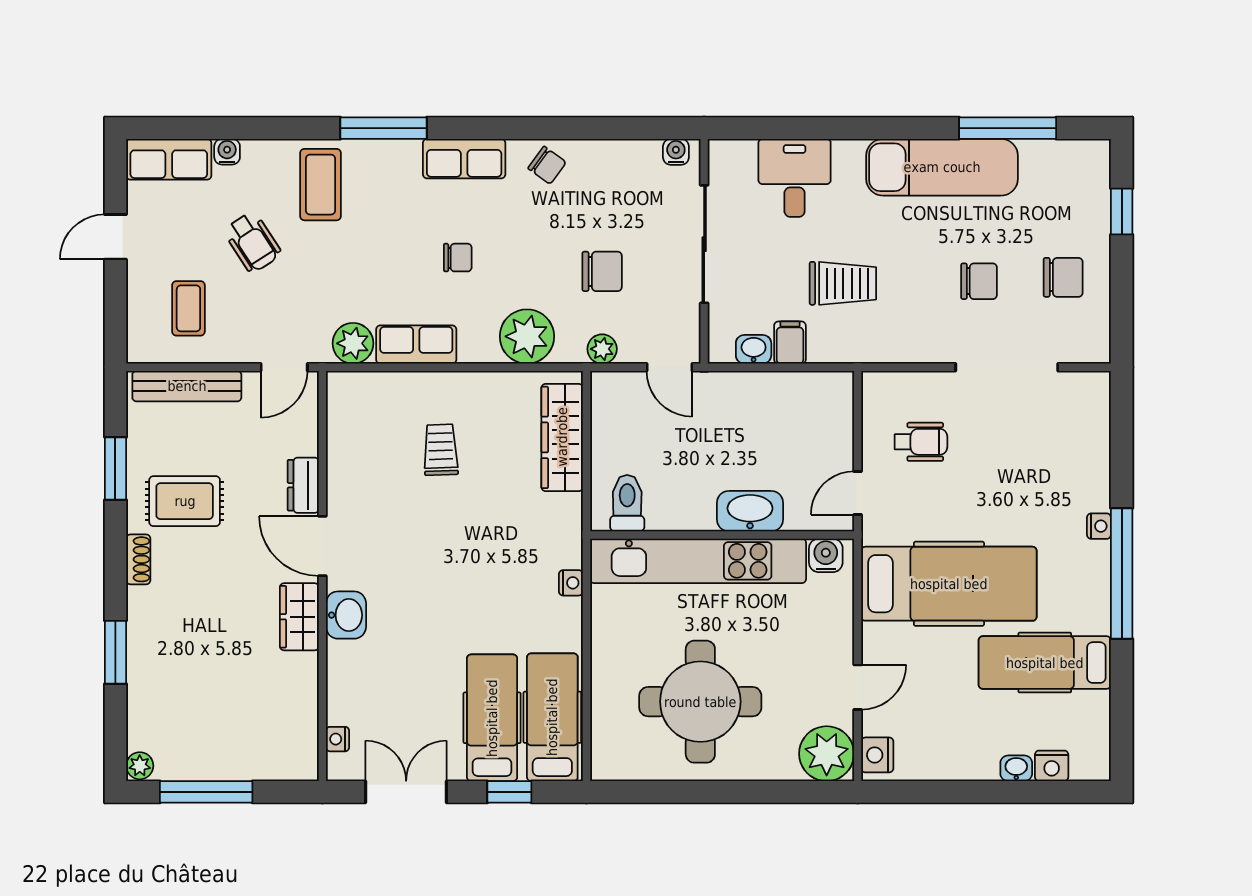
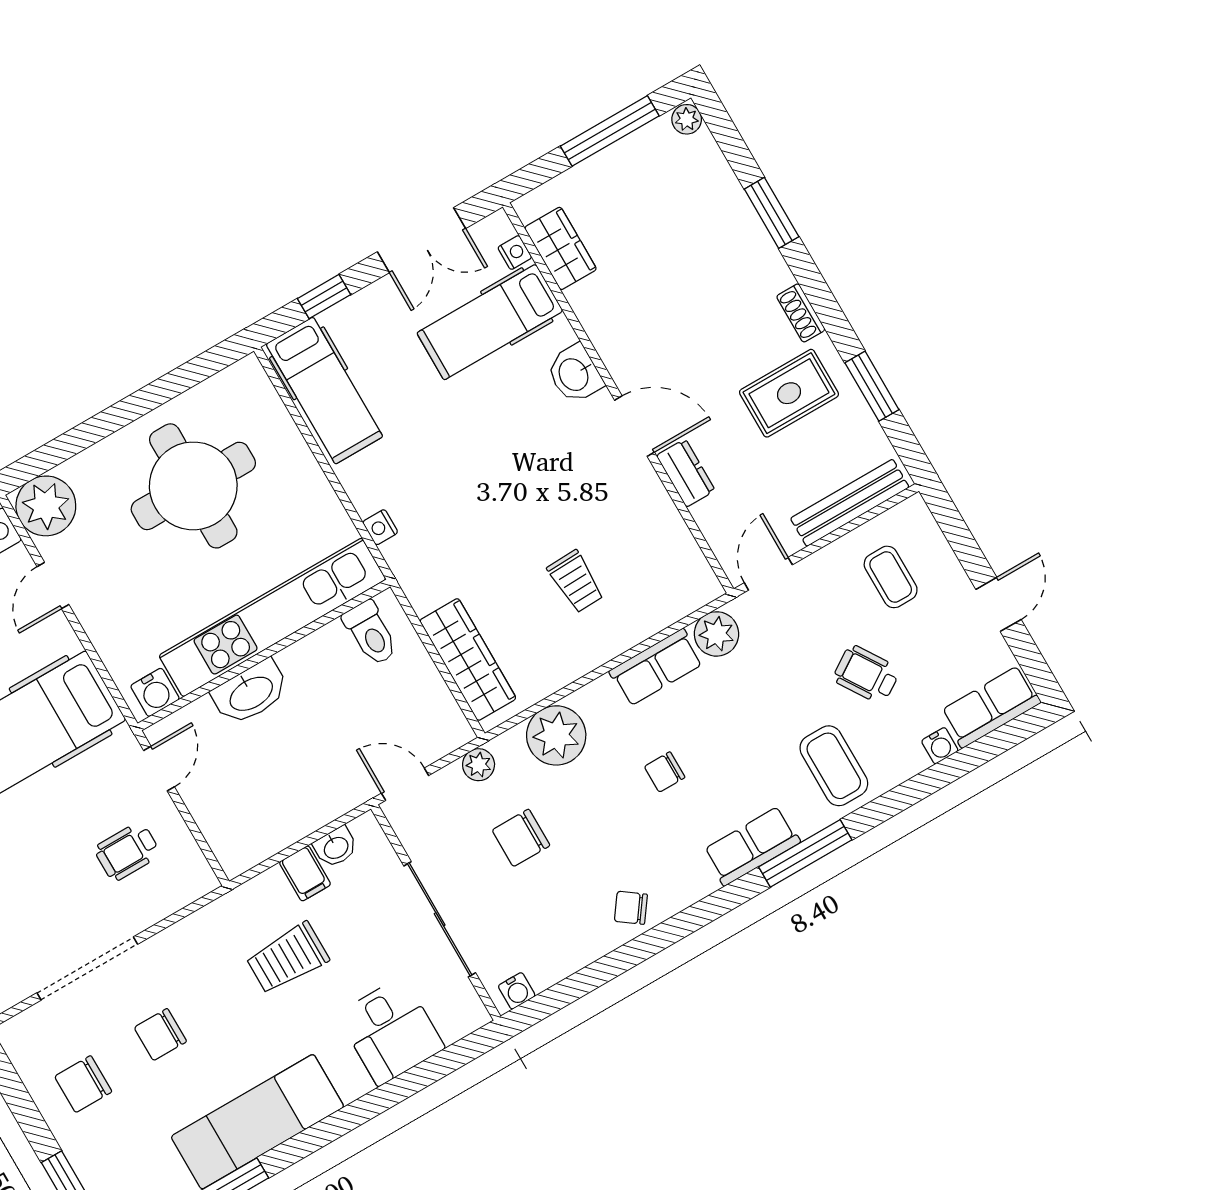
row of seats: (464, 159) -> (752, 846), moved
wardrobe: (299, 617) -> (561, 248), moved
hospital bed: (492, 718) -> (490, 322), moved, turned 90

